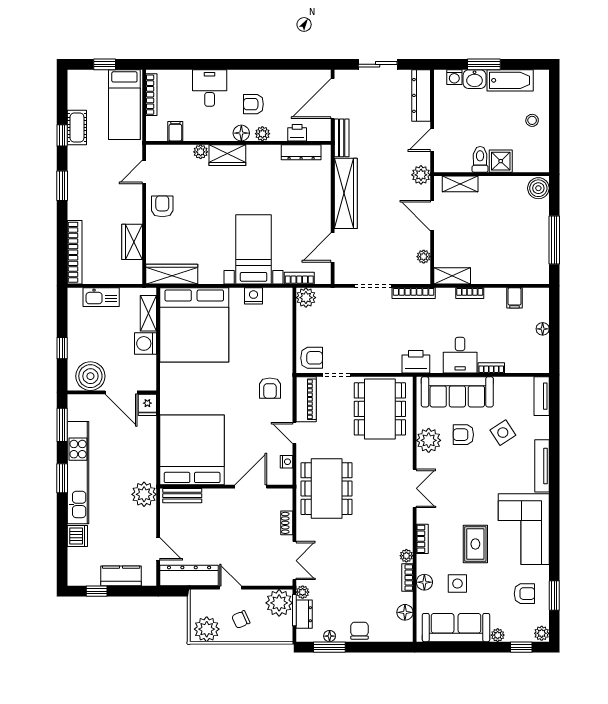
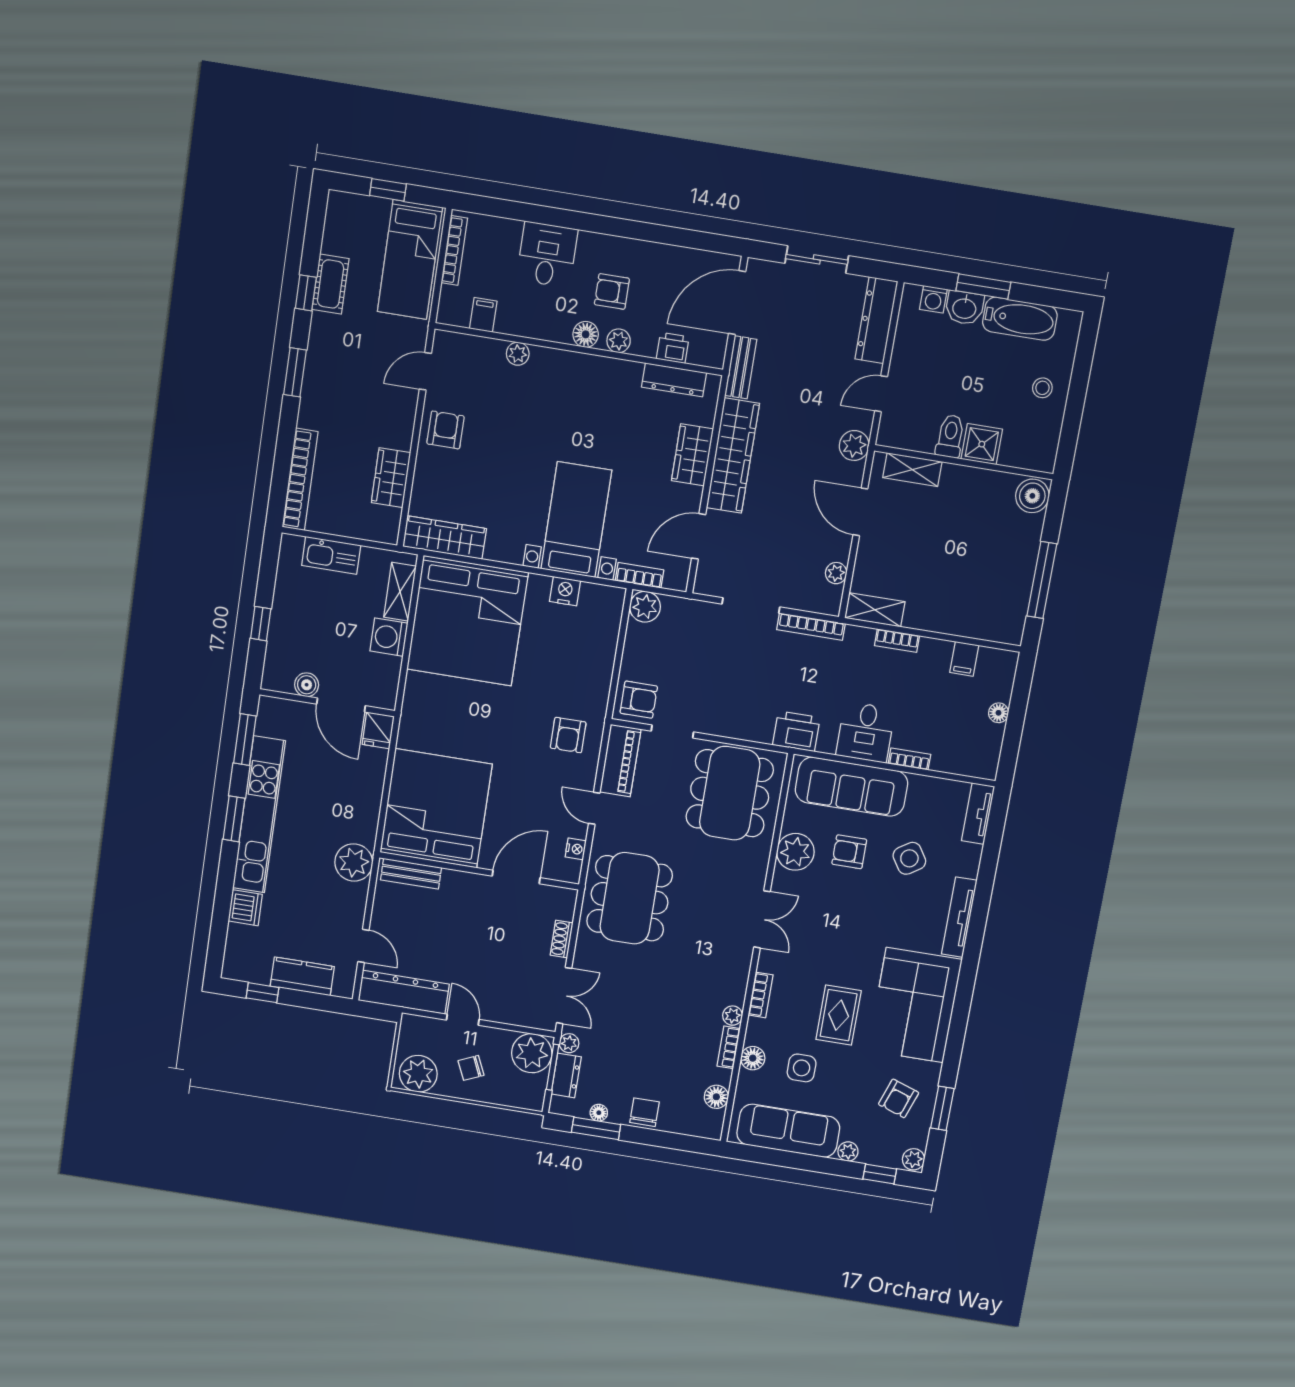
wardrobe: (227, 155) -> (692, 455), moved, turned 90
boiler: (90, 376) -> (307, 685), width x0.54, depth x0.54
armchair: (524, 594) -> (899, 1098), turned 109

